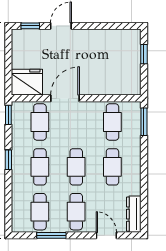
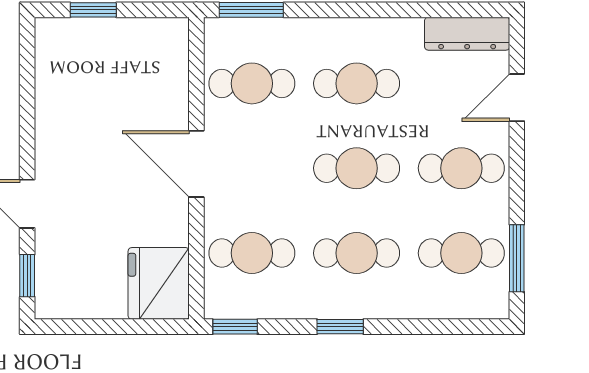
door: (65, 98) -> (196, 164), moved
window: (51, 235) -> (517, 258), moved

